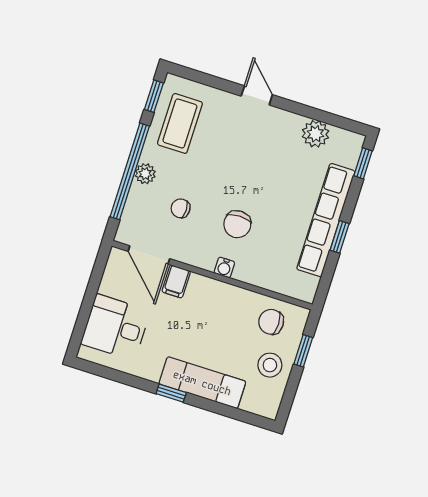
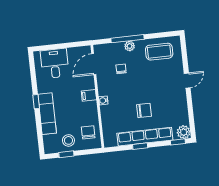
window: (154, 96) -> (166, 34), removed
plant: (315, 134) -> (184, 132), moved
window: (130, 171) -> (128, 39), width x0.68
chair: (237, 224) -> (144, 110), moved, turned 180
filing cabinet: (176, 281) -> (89, 95), moved
window: (303, 351) -> (66, 154), moved

